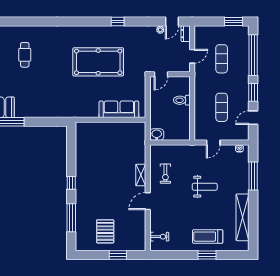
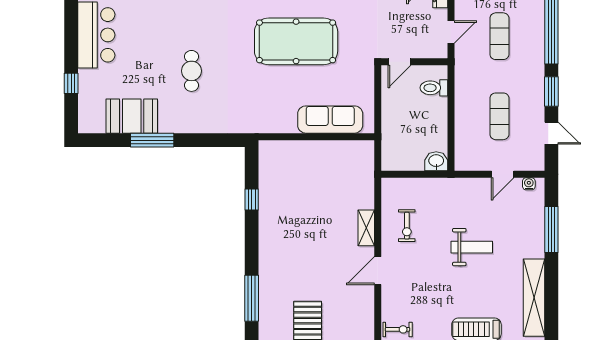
cafe table: (25, 55) -> (191, 71), moved
toilet: (182, 100) -> (434, 88), moved
door: (253, 118) -> (551, 133), swing flipped
washbasin: (157, 135) -> (436, 161), moved
door: (213, 142) -> (503, 174), moved
window: (71, 183) -> (252, 199), moved

